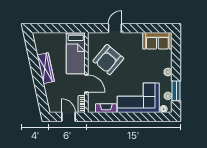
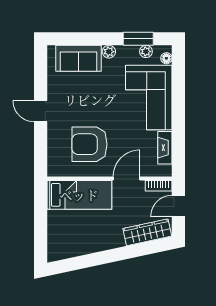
door: (115, 28) -> (41, 111), moved
sofa: (157, 41) -> (78, 58), moved, turned 90
armchair: (108, 60) -> (90, 144), turned 140
wardrobe: (46, 68) -> (147, 232), moved

